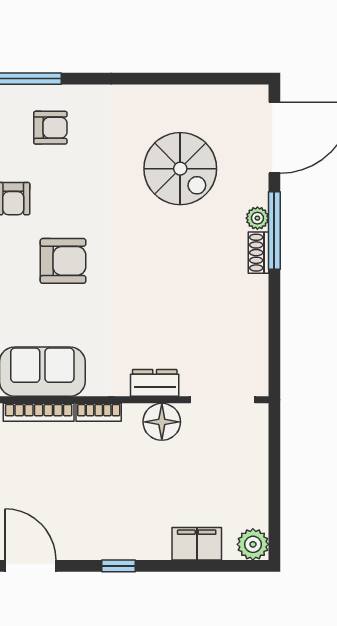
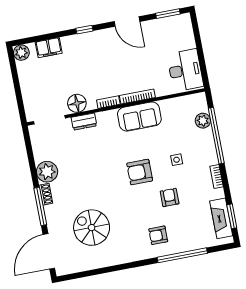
plant: (257, 218) -> (47, 172), moved, width x1.88, depth x1.88

